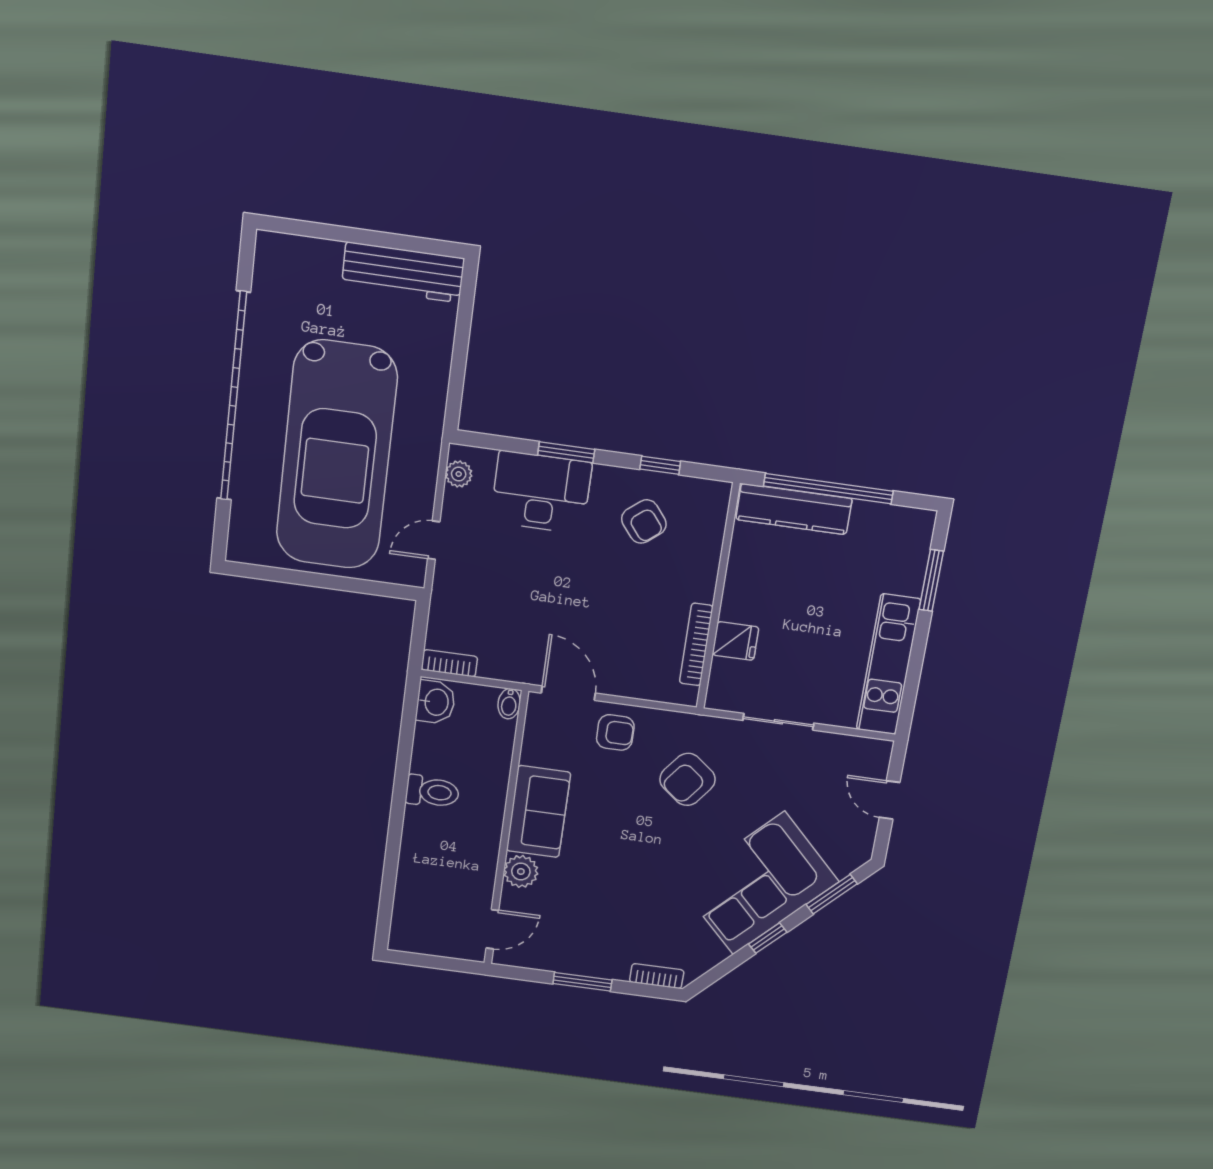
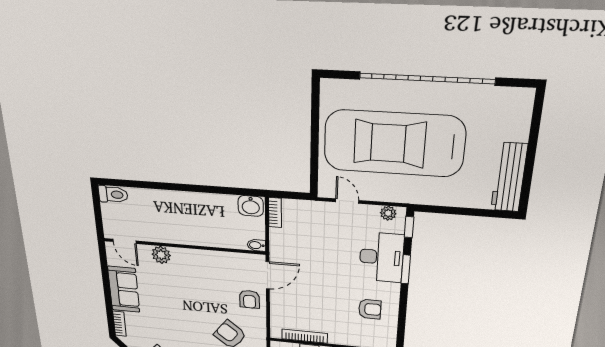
window: (660, 465) -> (409, 227), moved
armchair: (644, 521) -> (370, 309), turned -141
toilet: (432, 792) -> (113, 194), moved, turned -90
sofa: (538, 812) -> (124, 289), moved, turned -90
window: (582, 982) -> (107, 288), removed

